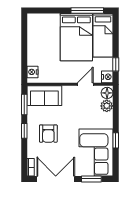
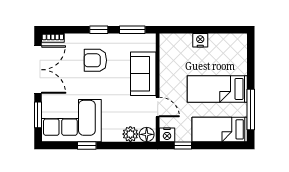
bed: (76, 37) -> (217, 89), width x0.67
nightstand: (32, 72) -> (200, 40), moved
sofa: (44, 96) -> (143, 74), moved

